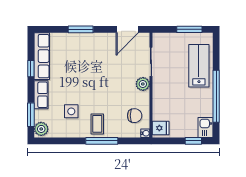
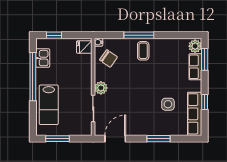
row of seats: (41, 95) -> (195, 67), moved
side table: (71, 111) -> (168, 104), moved
chair: (135, 116) -> (108, 58), turned -145
kitchen sink: (205, 128) -> (43, 58), moved

